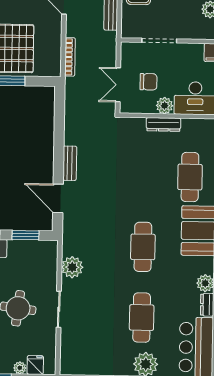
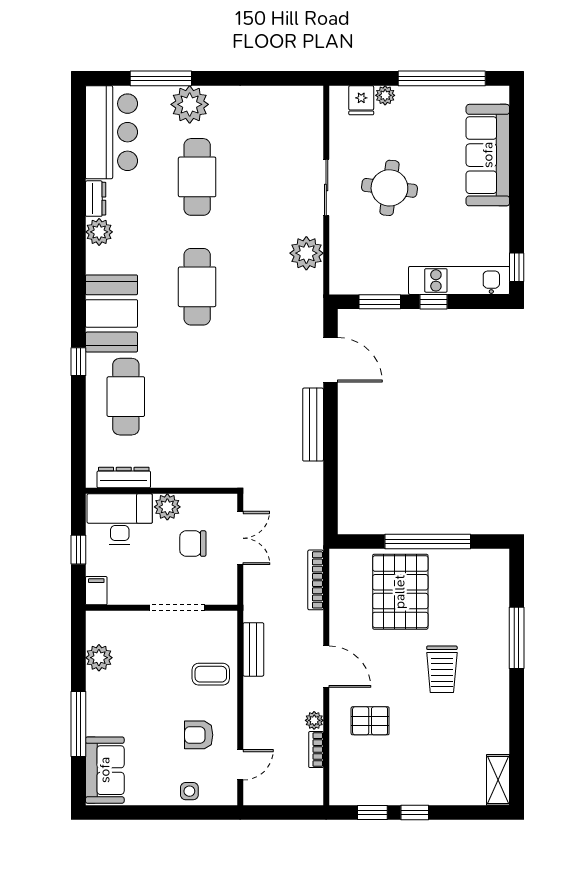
dresser: (163, 124) -> (124, 478), moved
bench: (70, 163) -> (313, 425), width x1.36

